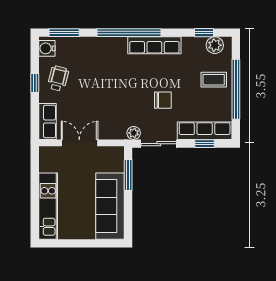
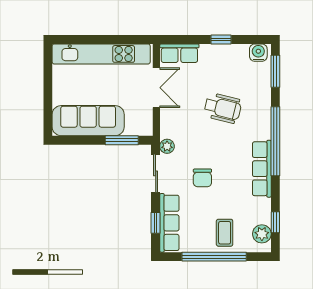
wheelchair: (58, 78) -> (223, 108), moved, width x1.36, depth x1.37
kitchen unit: (48, 206) -> (101, 54), width x1.36

